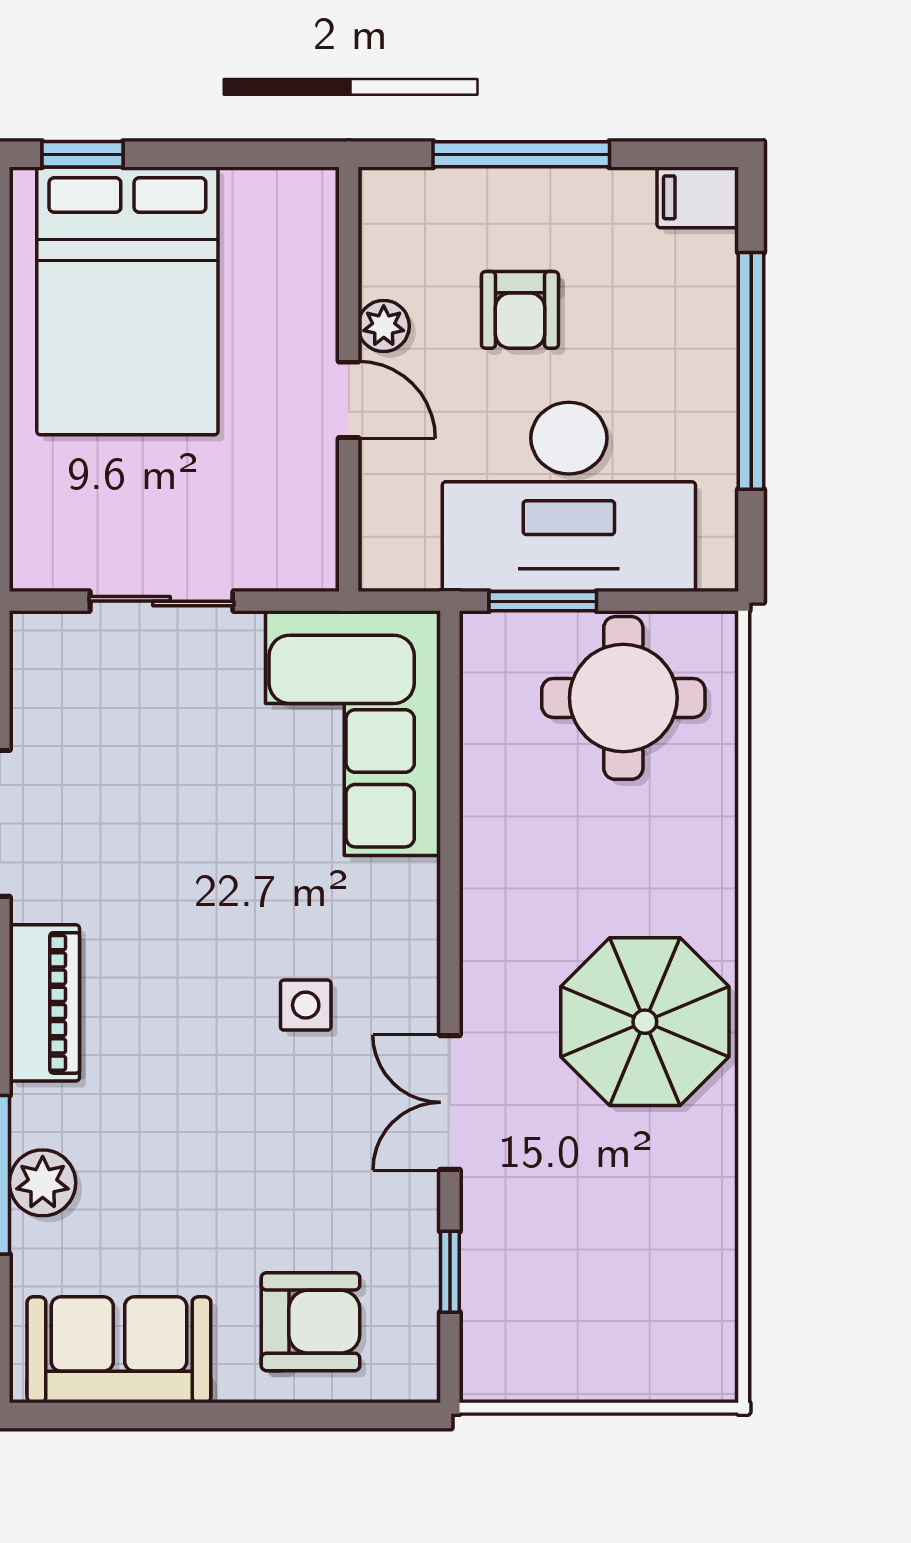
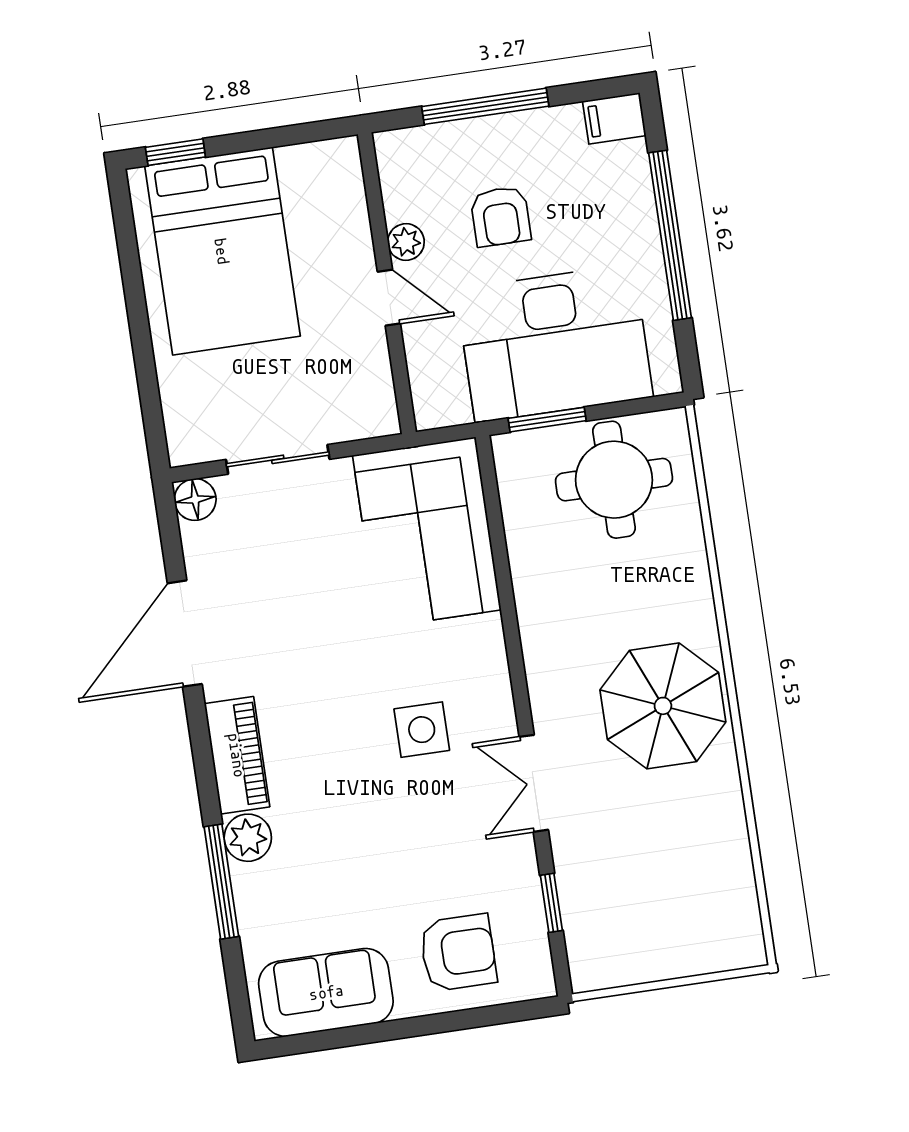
floor lamp: (39, 640) -> (195, 500), added
side table: (306, 1005) -> (422, 730), width x1.37, depth x1.37
plant: (43, 1183) -> (248, 838), moved

